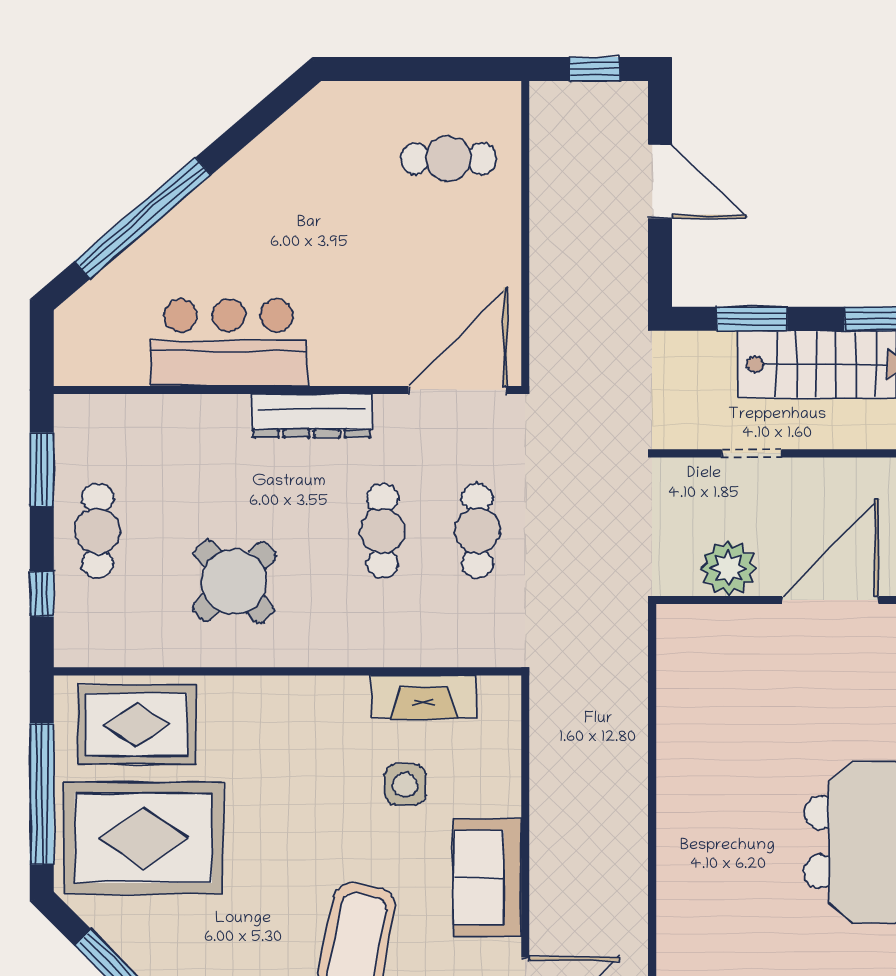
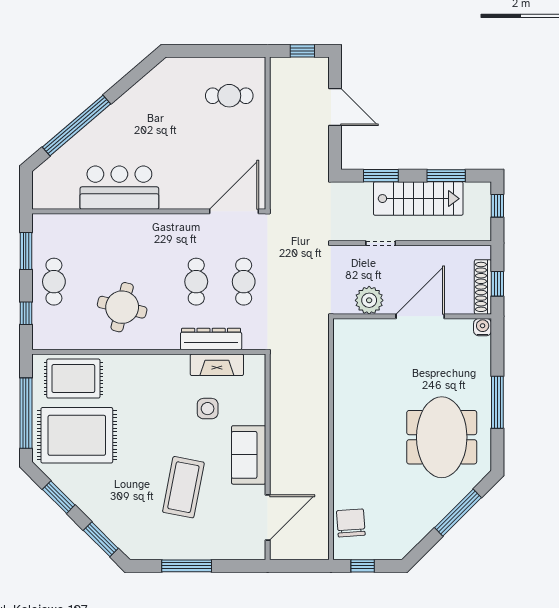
dresser: (312, 416) -> (211, 339), moved, turned 180
round table: (234, 582) -> (122, 307), turned -33

